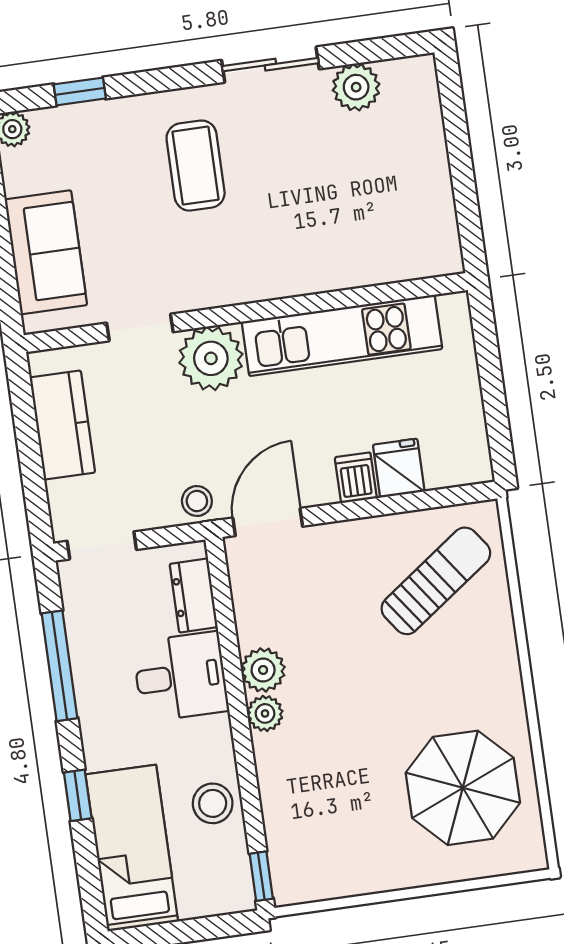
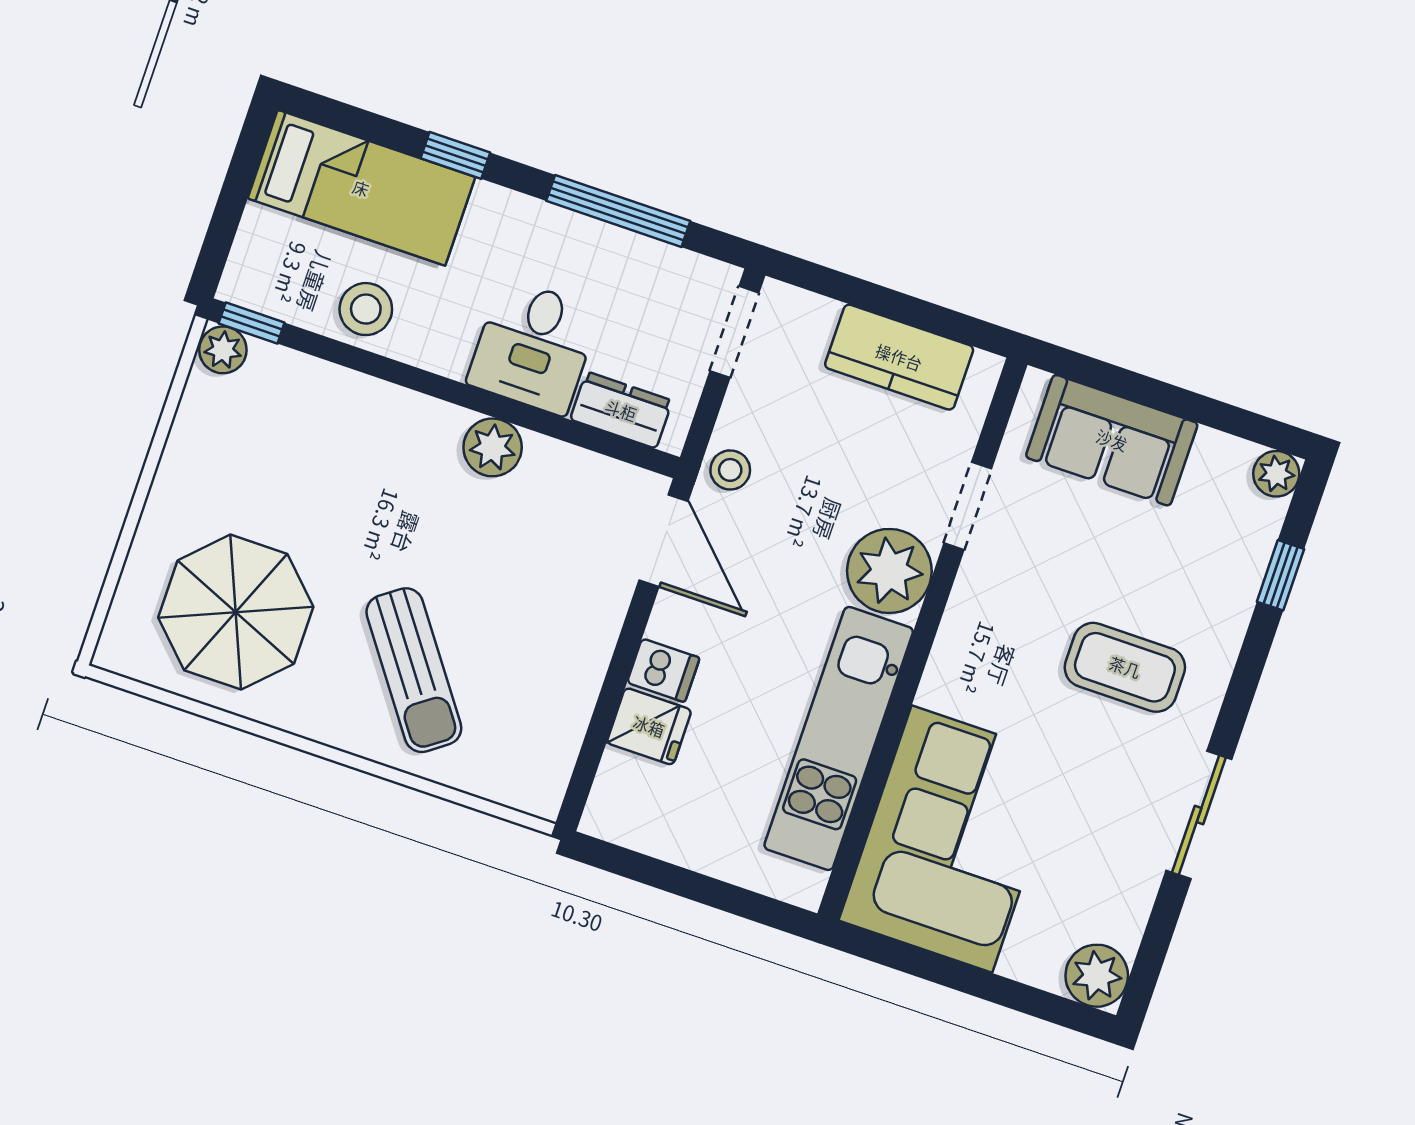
plant: (356, 87) -> (1097, 976), moved
corner sofa: (371, 224) -> (952, 839), added
sun lounger: (436, 581) -> (414, 670), moved
plant: (265, 713) -> (223, 350), moved

